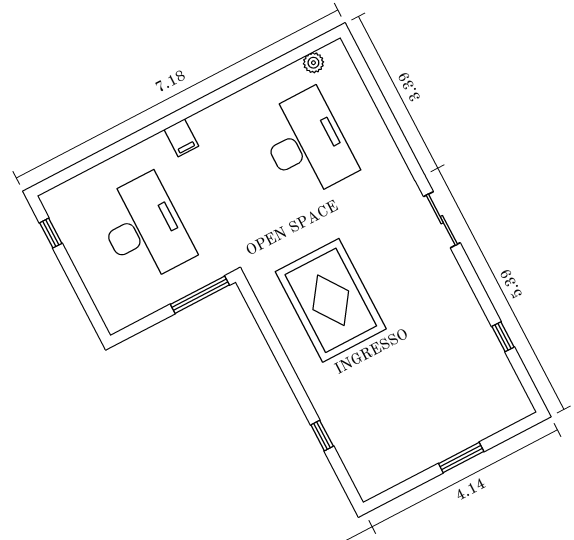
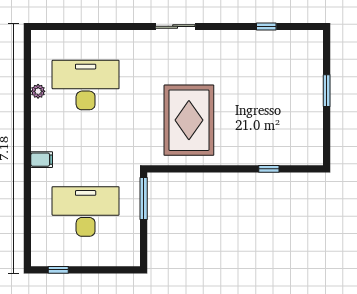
plant: (313, 63) -> (38, 91), moved
rug: (331, 300) -> (189, 120), turned 90

